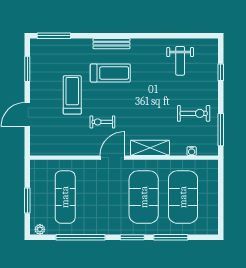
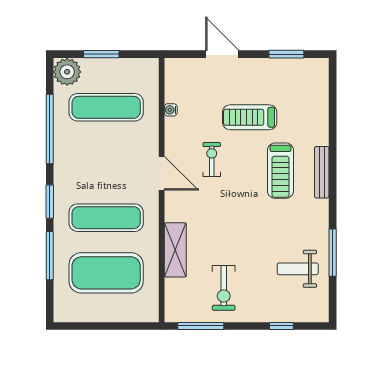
window: (54, 36) -> (333, 253), moved
treadmill: (72, 95) -> (250, 117), turned 180
shelving: (150, 148) -> (175, 250), moved
water cooler: (192, 151) -> (171, 110), moved
exercise mat: (144, 197) -> (106, 218), width x0.68
plant: (40, 229) -> (67, 72), width x1.88, depth x1.88

